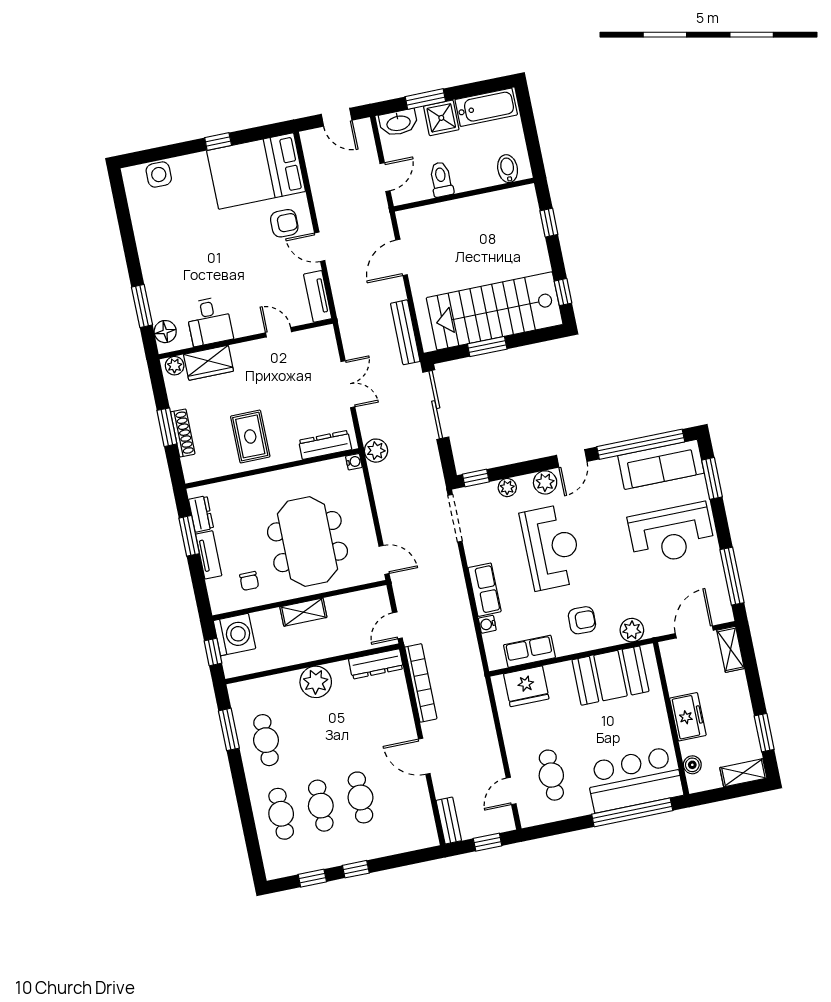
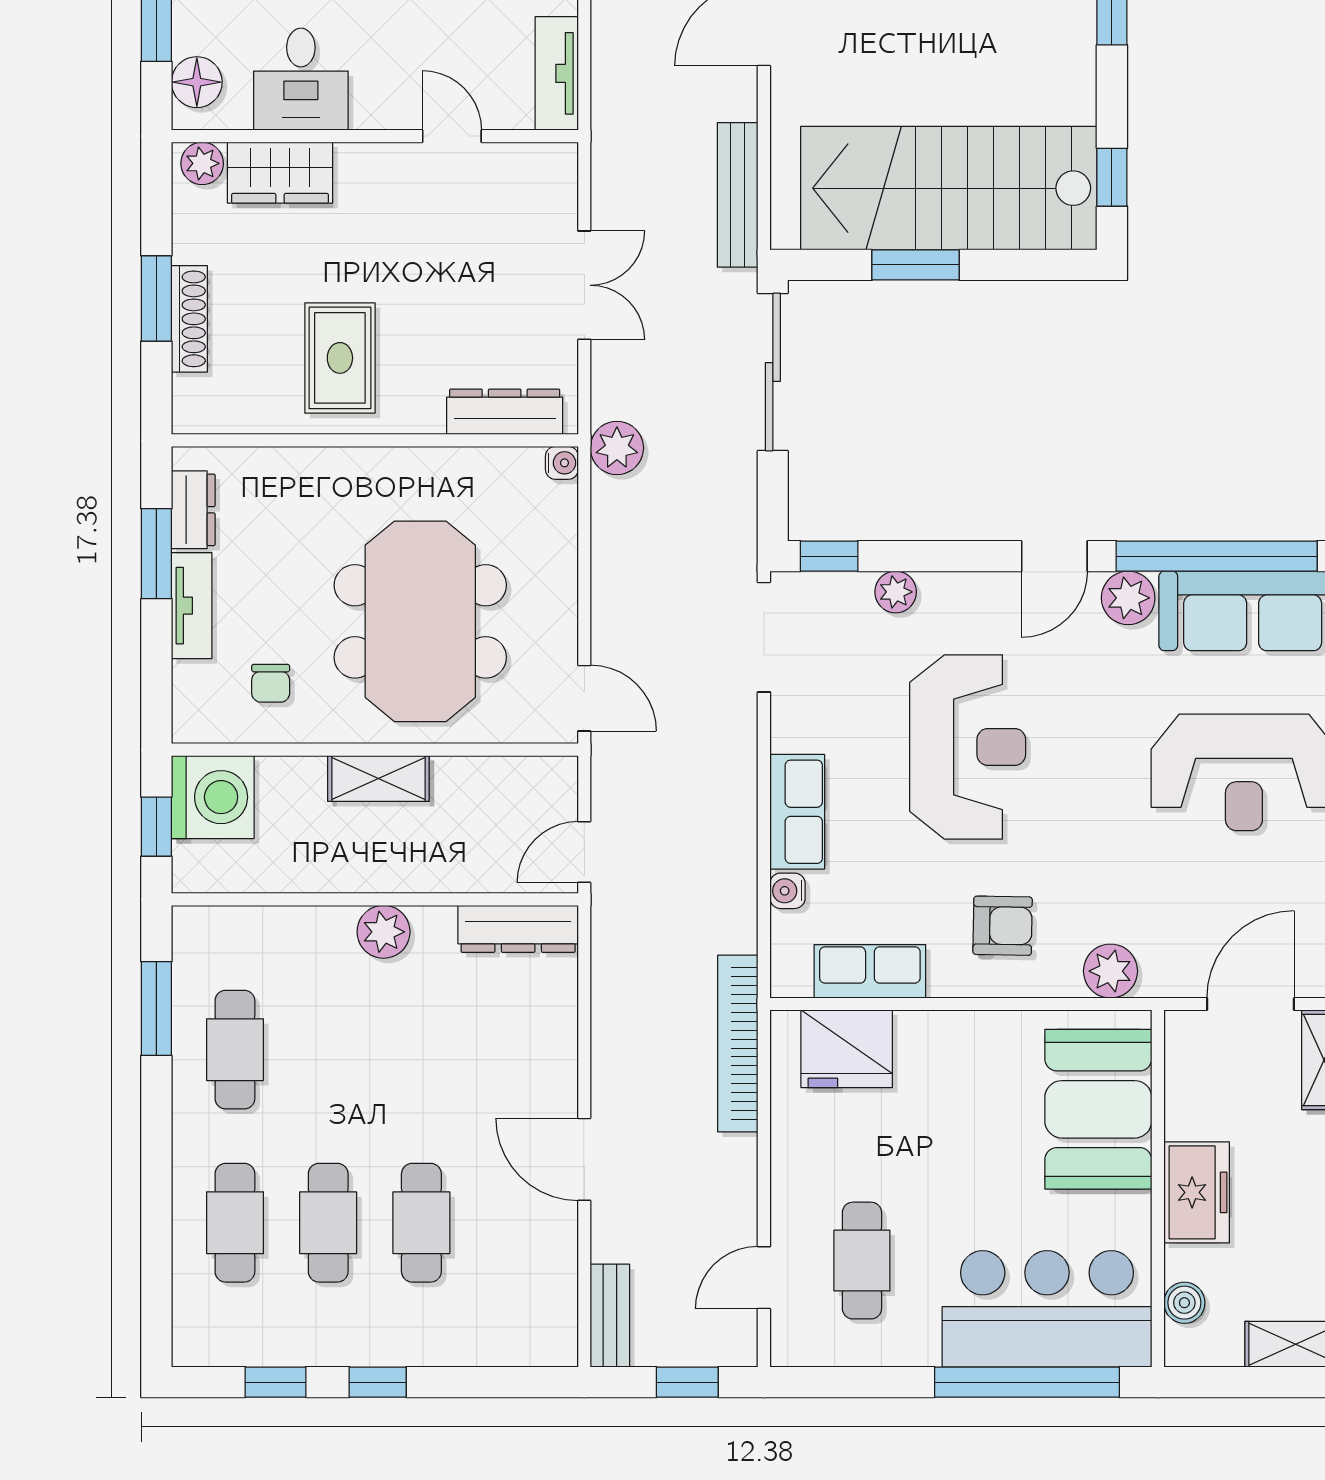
plant: (545, 482) -> (1128, 598), moved
booth: (610, 676) -> (1098, 1109), moved, turned 90
plant: (316, 682) -> (384, 932), width x0.73, depth x0.73
bookcase: (421, 683) -> (738, 1044), moved, turned 180

